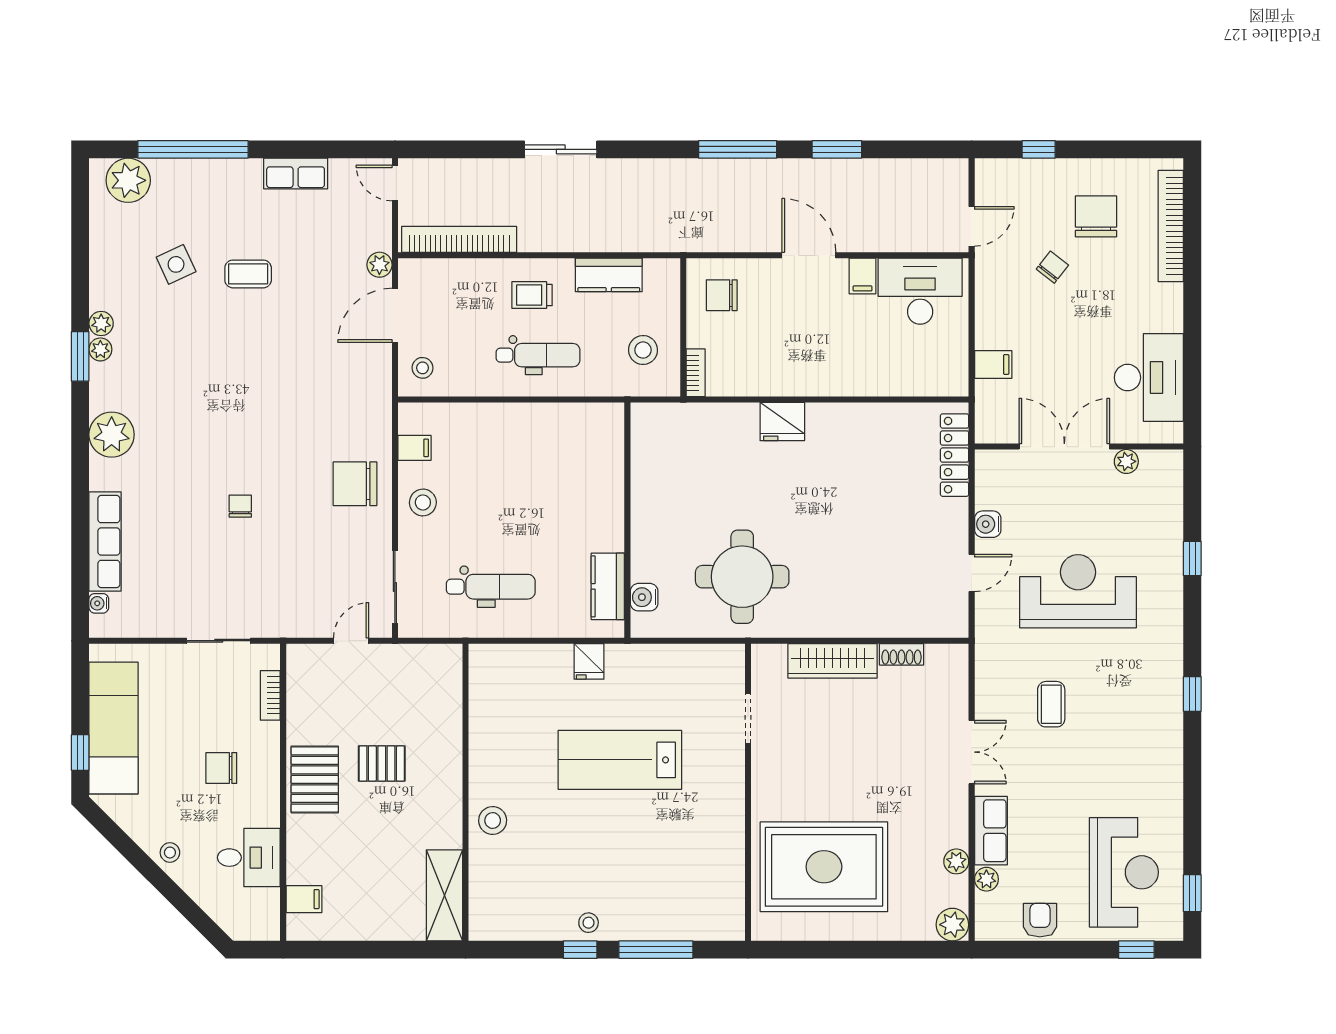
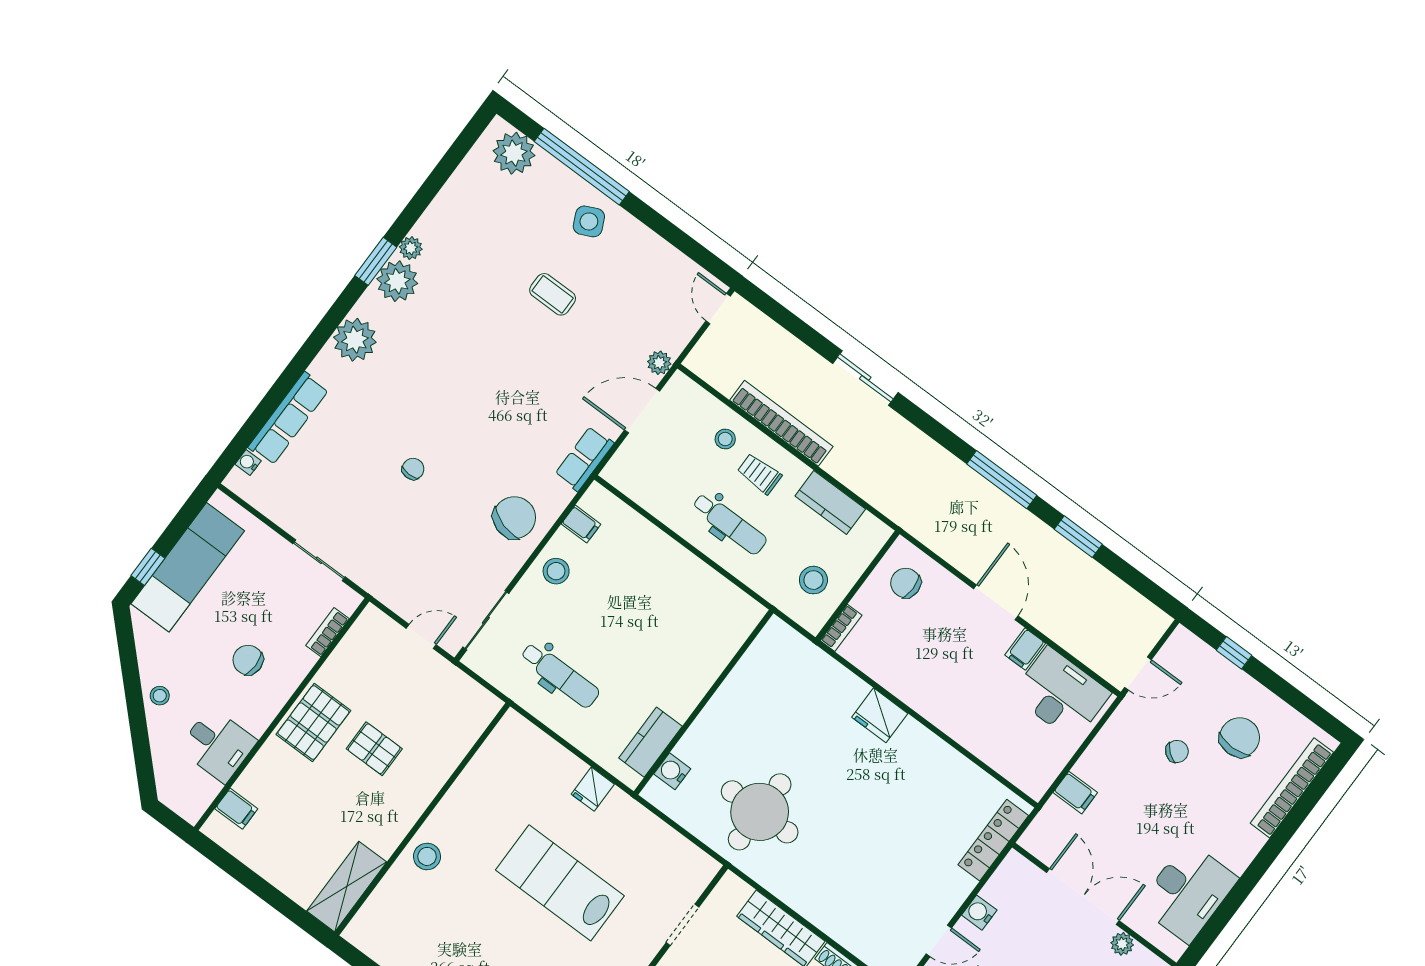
row of seats: (296, 174) -> (584, 459), moved, turned 90
bookcase: (459, 239) -> (781, 423), moved
side table: (176, 264) -> (589, 221), moved
plant: (100, 349) -> (397, 281), width x1.88, depth x1.88
stool: (423, 368) -> (725, 439), moved
chair: (355, 484) -> (514, 518), turned 107

